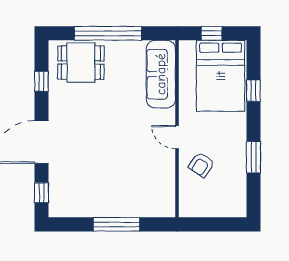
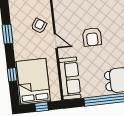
armchair: (117, 137) -> (92, 37), added

